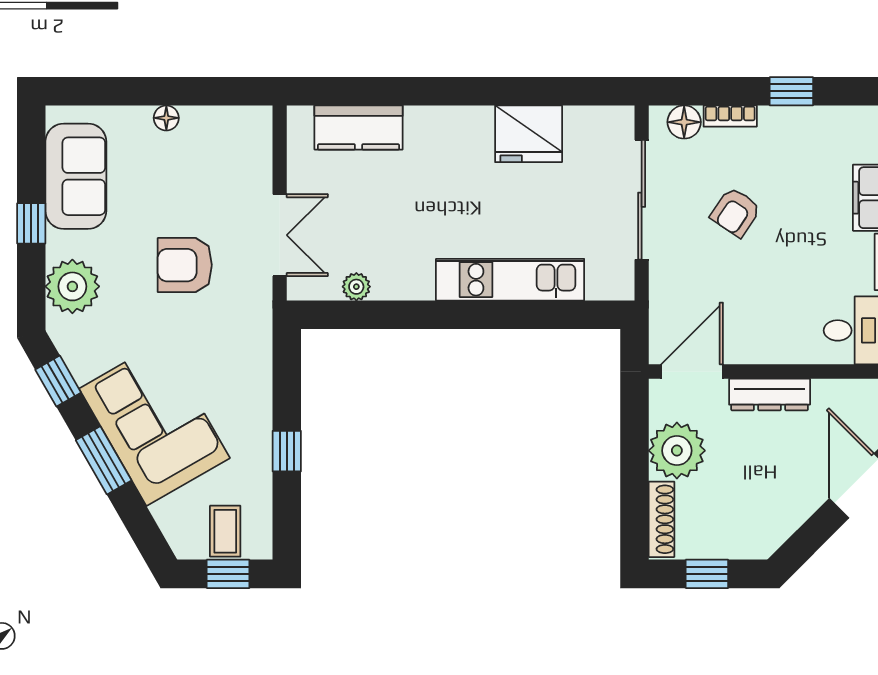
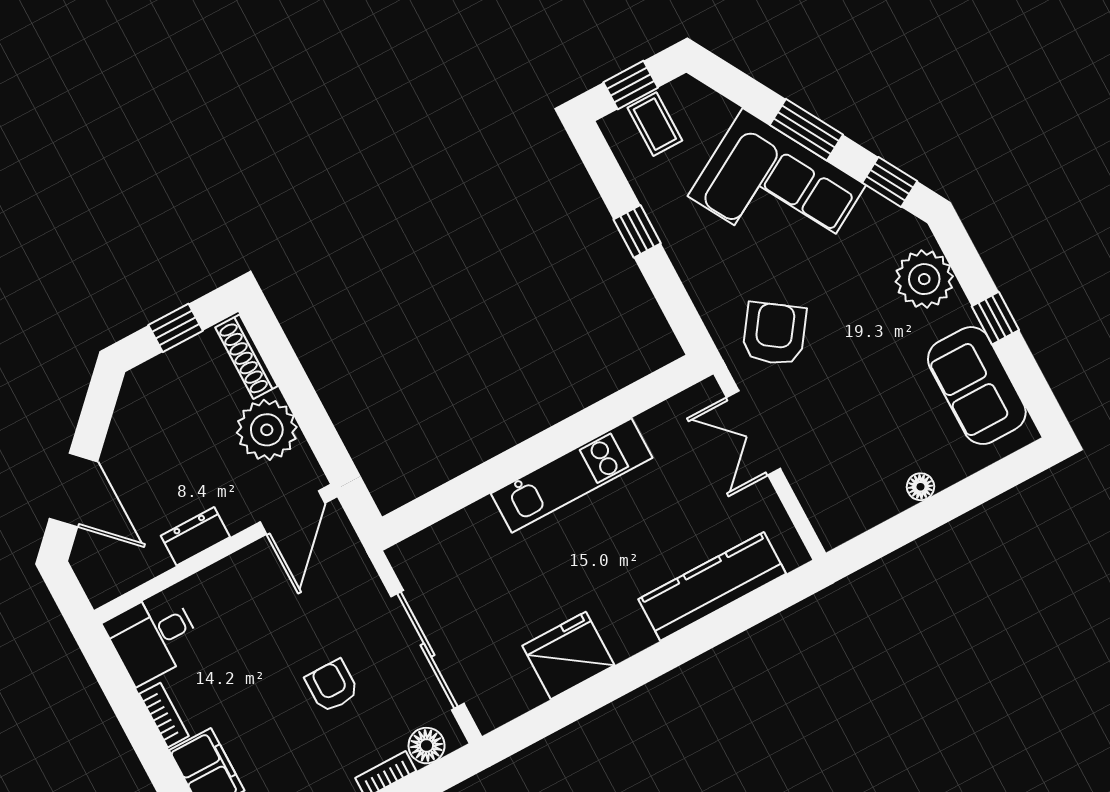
kitchen counter: (359, 127) -> (712, 586), width x1.50
armchair: (736, 212) -> (332, 686), turned -34
armchair: (185, 265) -> (774, 334), moved, turned -55
kitchen unit: (510, 280) -> (572, 476), moved
plant: (356, 287) -> (654, 423), removed
dresser: (770, 395) -> (195, 536), width x0.70

